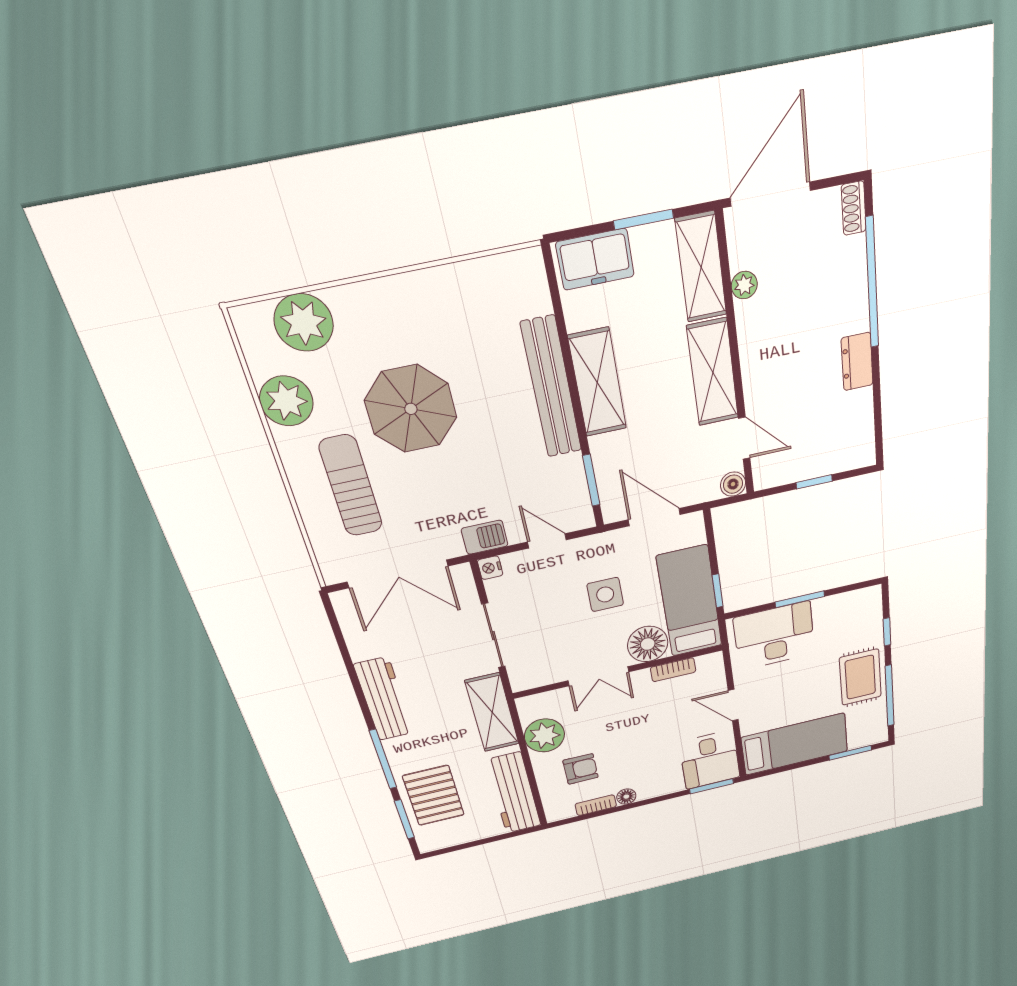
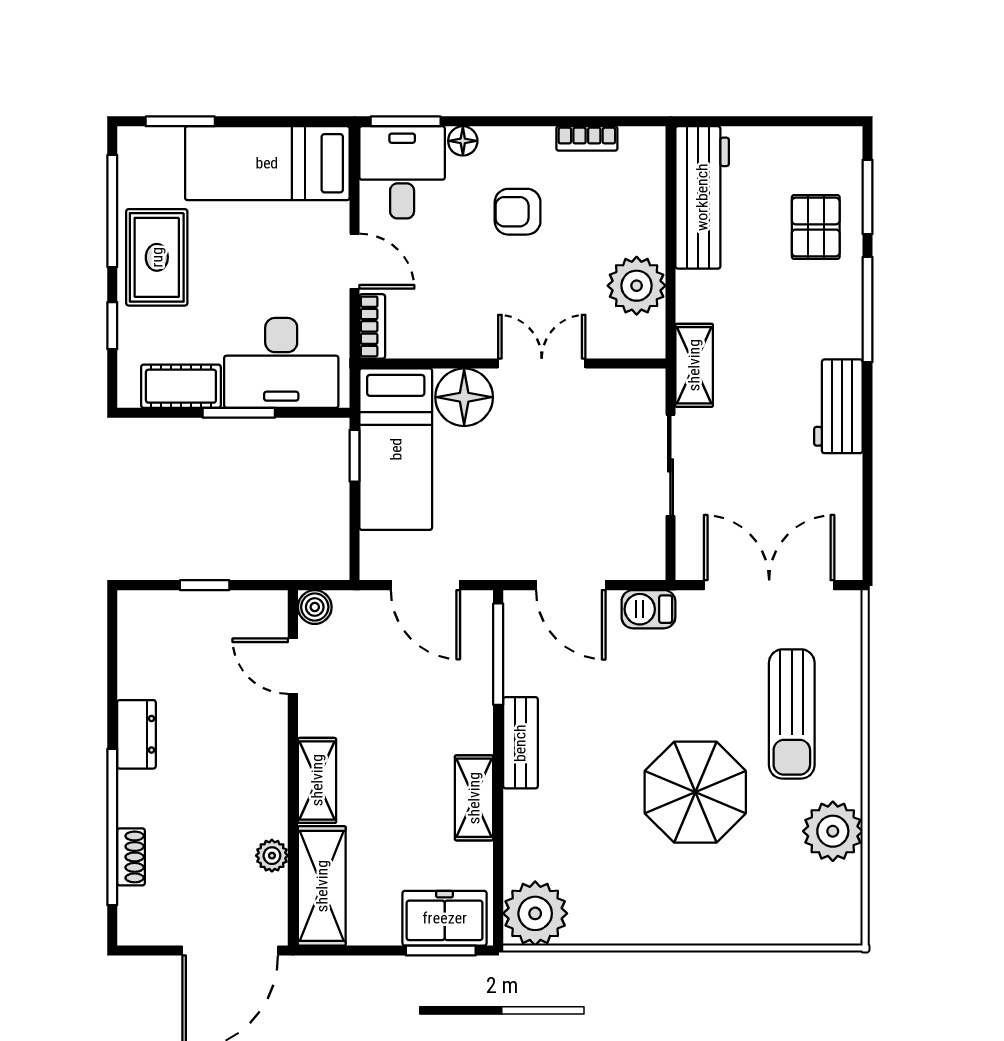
shoe rack: (854, 208) -> (131, 857), moved
window: (644, 219) -> (441, 950), moved
plant: (304, 323) -> (535, 913), moved
shelving: (713, 372) -> (317, 780), width x0.67, depth x0.75
shelving: (597, 383) -> (474, 798), width x0.67, depth x0.75
bench: (552, 388) -> (520, 743), width x0.54, depth x0.82
window: (591, 480) -> (498, 654), width x1.44
door: (547, 541) -> (571, 585), width x1.38
nightstand: (490, 568) -> (651, 565), removed
side table: (605, 594) -> (509, 489), removed
cot: (840, 607) -> (181, 386), added
bookcase: (673, 670) -> (372, 326), moved, turned 90
workbench: (384, 699) -> (838, 406), width x0.73
shelving: (492, 713) -> (694, 365), width x0.67, depth x0.75
armchair: (581, 769) -> (518, 212), moved
pallet: (434, 795) -> (816, 227), width x0.67, depth x0.71
floor lamp: (626, 797) -> (463, 141), moved

